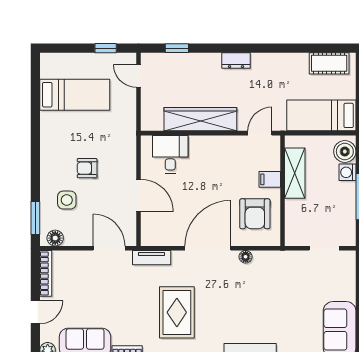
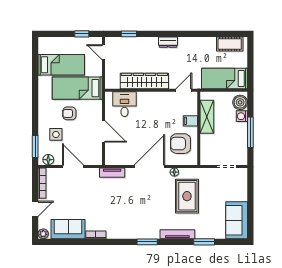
bed: (99, 130) -> (77, 88), added
armchair: (255, 214) -> (180, 144), turned 90
door: (109, 248) -> (73, 166), moved
rug: (177, 312) -> (187, 196), moved

